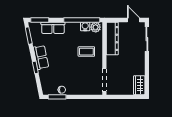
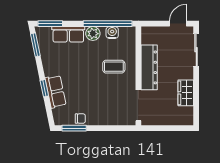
door: (134, 20) -> (178, 24), hinge flipped
plant: (96, 27) -> (93, 34), moved
dresser: (112, 39) -> (149, 67), moved
row of seats: (41, 57) -> (56, 92), moved
wardrobe: (139, 85) -> (186, 93), moved

